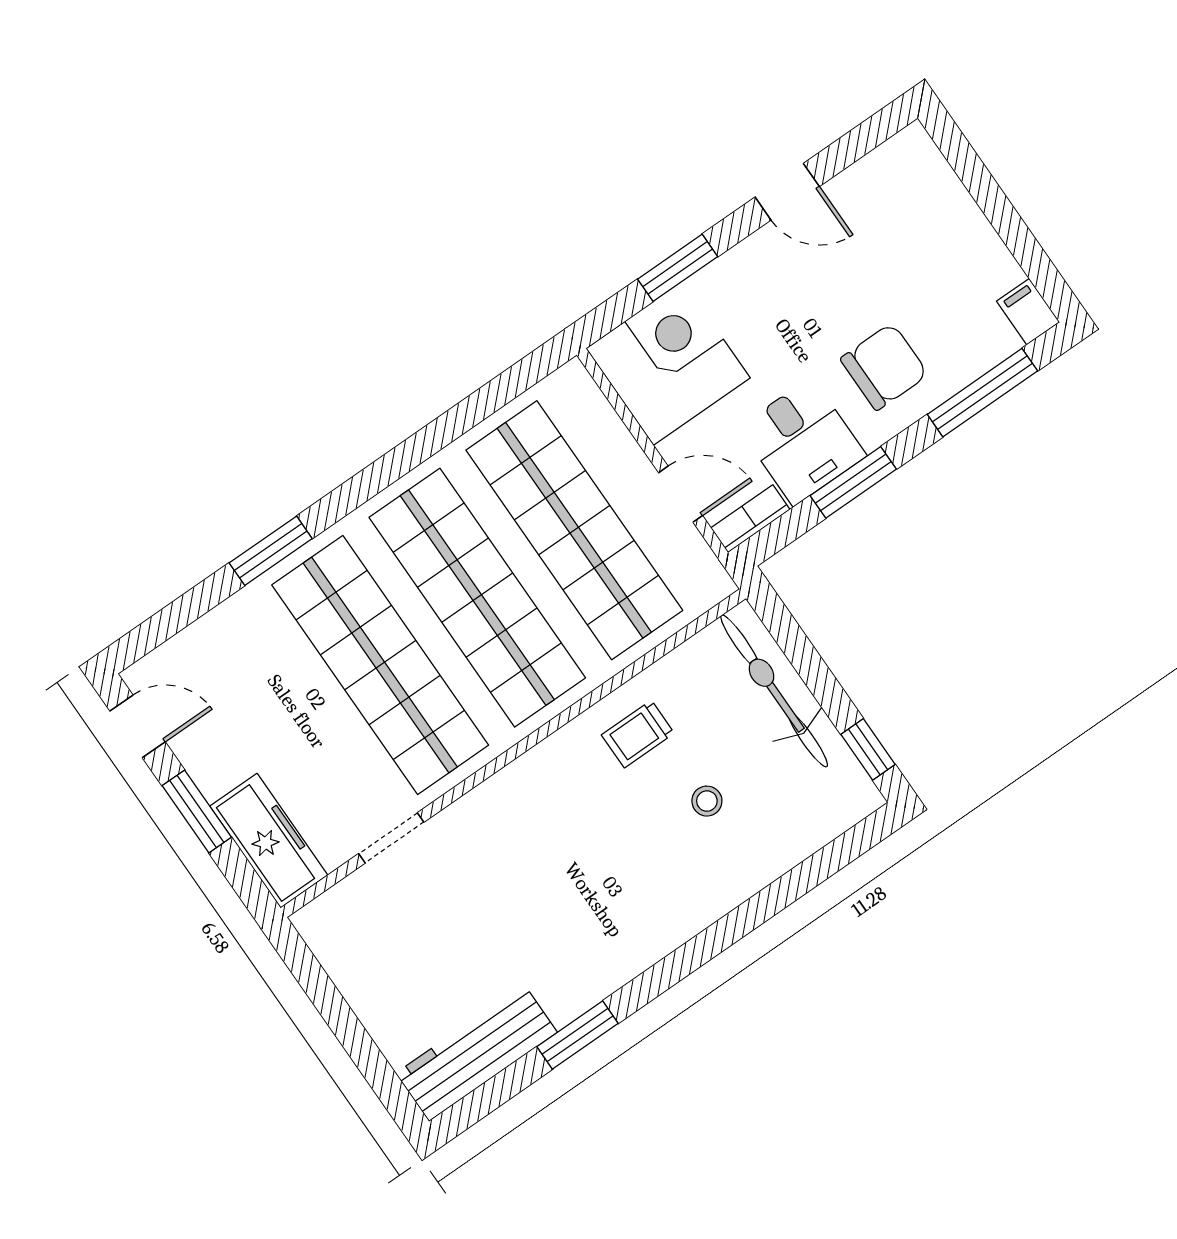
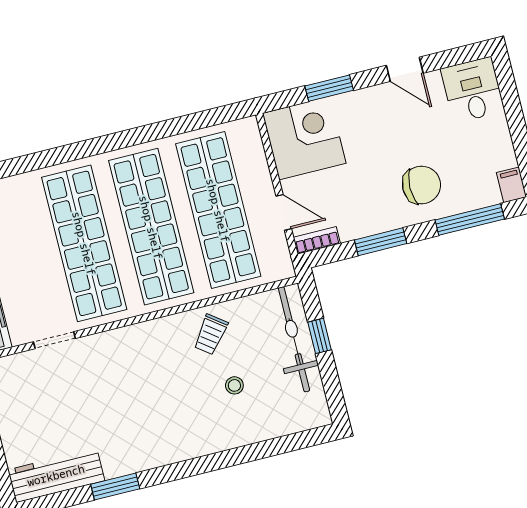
desk: (802, 442) -> (473, 90), moved, turned 180
window: (271, 551) -> (48, 158), removed
trolley: (638, 734) -> (211, 334), turned -53
window: (868, 749) -> (319, 336), moved

